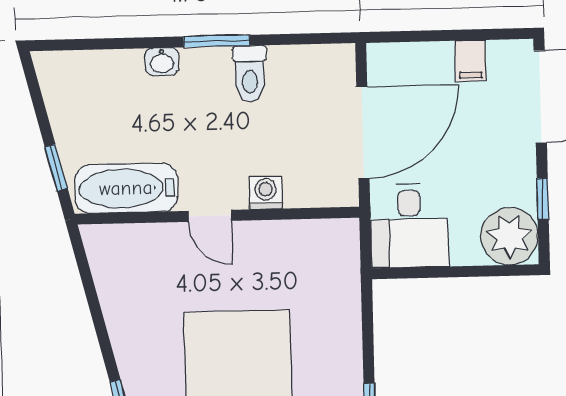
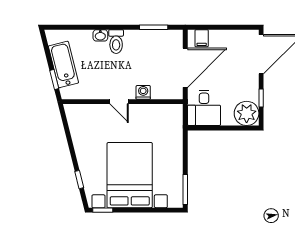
window: (217, 41) -> (154, 27), moved
filing cabinet: (470, 61) -> (202, 38), moved
toilet: (250, 74) -> (116, 42), moved
bathtub: (126, 188) -> (63, 64), moved, turned 76

